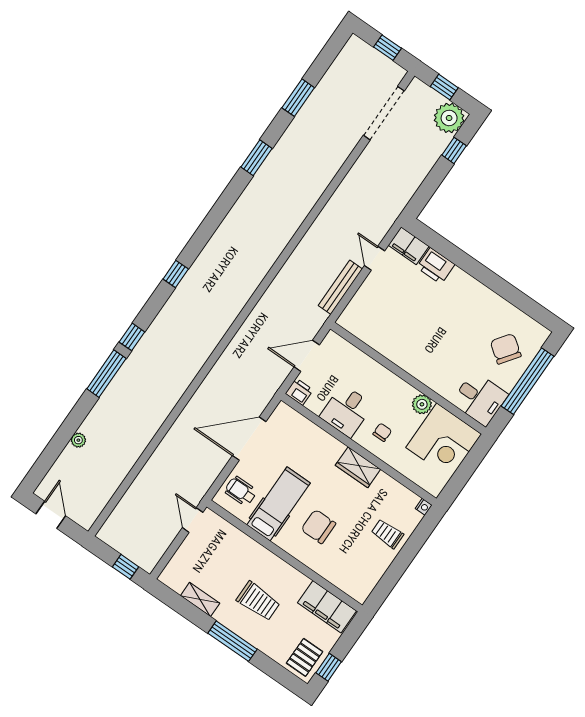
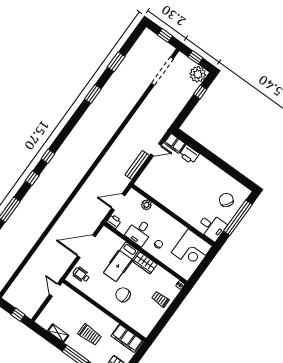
door: (374, 258) -> (156, 150), swing flipped
window: (132, 337) -> (32, 178), moved
plant: (422, 404) -> (146, 205), moved
hospital bed: (279, 504) -> (121, 262), moved, turned 180

